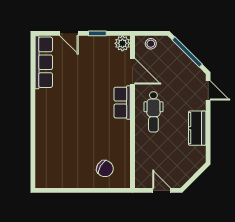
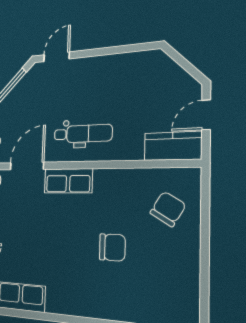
kitchen counter: (197, 128) -> (173, 146), moved, turned 180
chair: (80, 134) -> (112, 247), added

